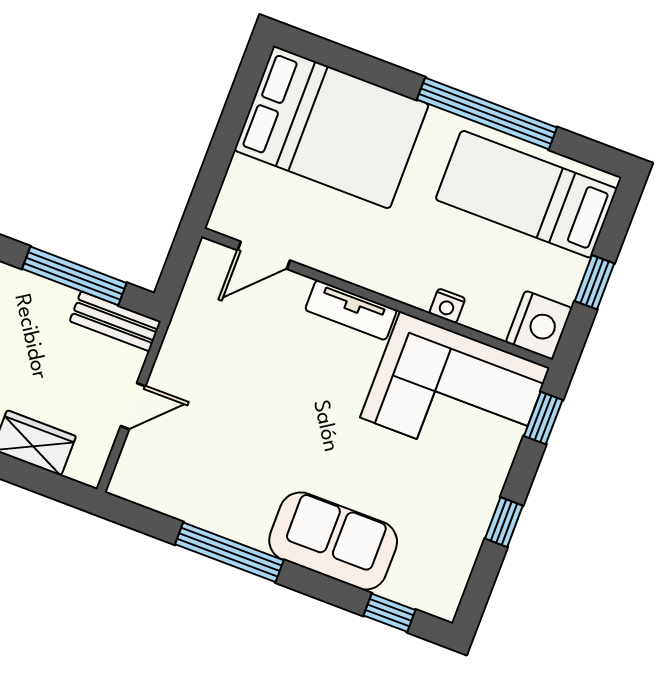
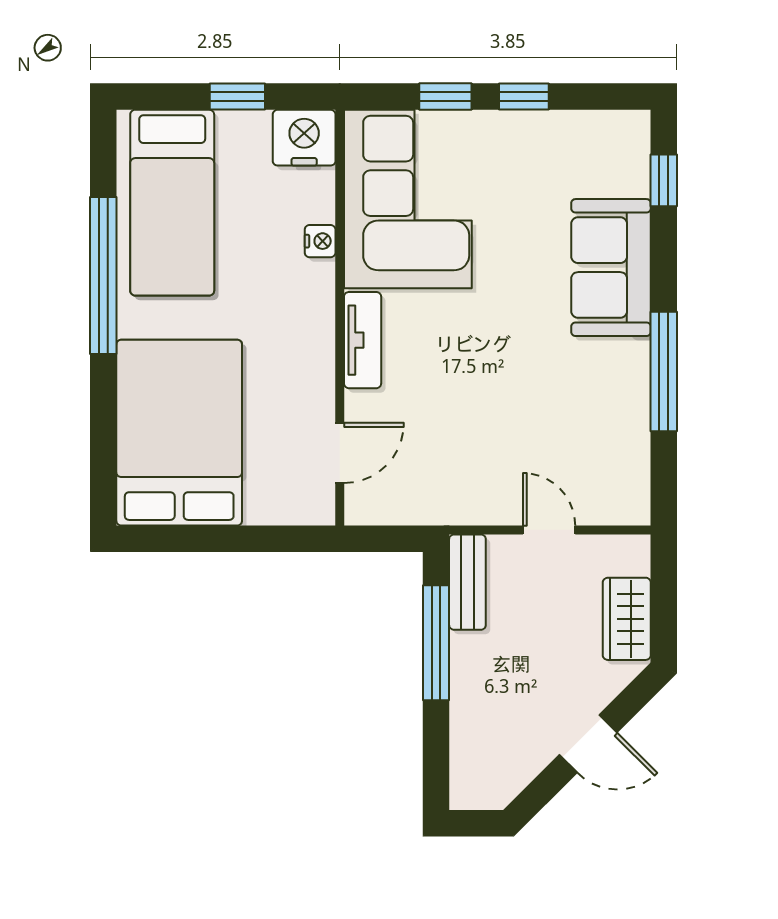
door: (264, 255) -> (340, 453), hinge flipped
window: (543, 418) -> (445, 96), moved

